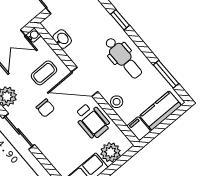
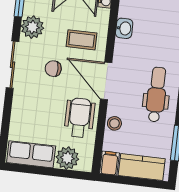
dental chair: (123, 58) -> (157, 94), turned 180
chair: (45, 108) -> (53, 69), turned 90
wheelchair: (92, 120) -> (79, 118), turned 180

